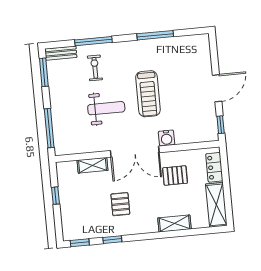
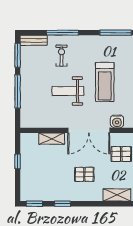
weight bench: (106, 108) -> (68, 91), turned 180
window: (49, 128) -> (18, 91), moved
pallet: (120, 204) -> (84, 174), moved, turned 90

